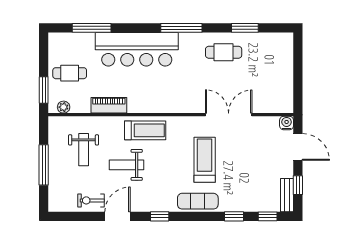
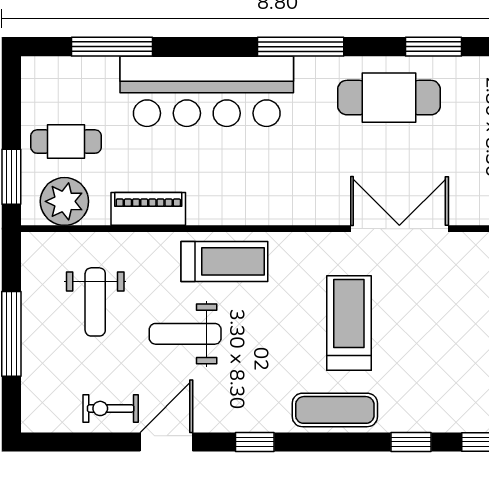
cafe table: (224, 52) -> (389, 98), width x1.37, depth x1.35
plant: (64, 107) -> (64, 201), width x1.87, depth x1.87

